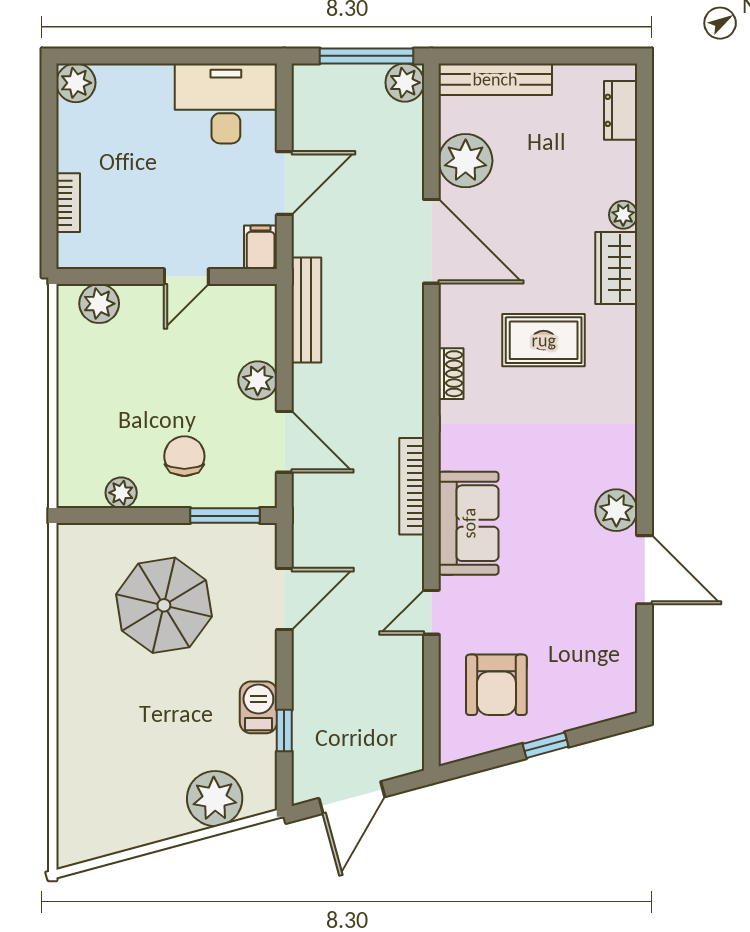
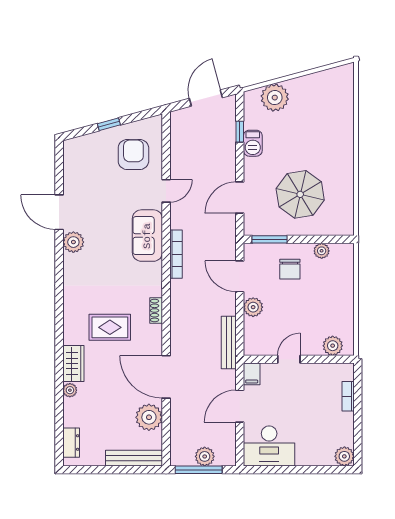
plant: (405, 83) -> (205, 456), moved

